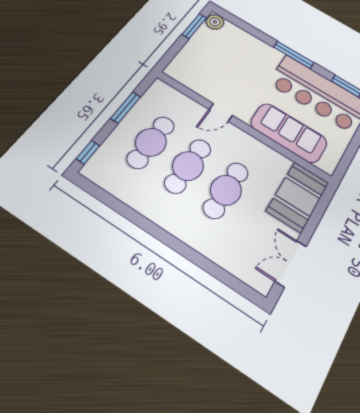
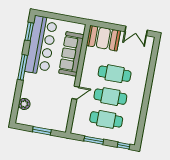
plant: (215, 22) -> (24, 104), moved
window: (194, 26) -> (42, 131), moved
door: (221, 112) -> (75, 93), hinge flipped

